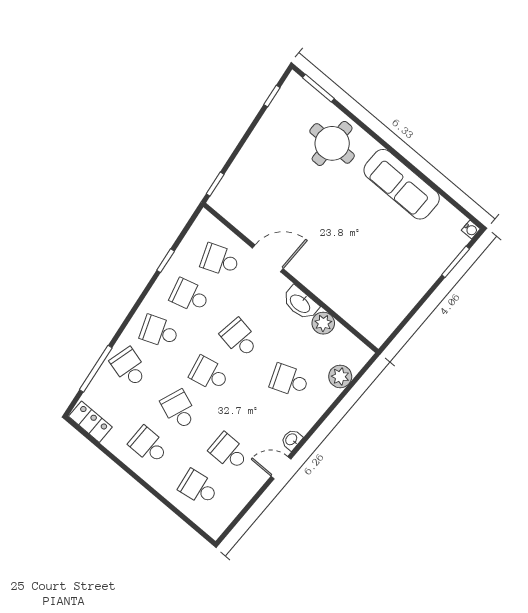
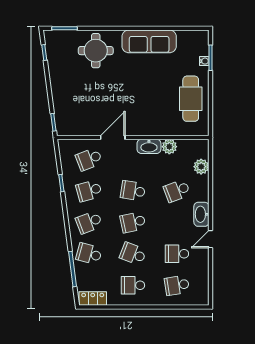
water cooler: (471, 230) -> (204, 61), moved
cafe table: (394, 289) -> (191, 99), added
washbasin: (292, 440) -> (201, 214), width x1.91, depth x1.45

